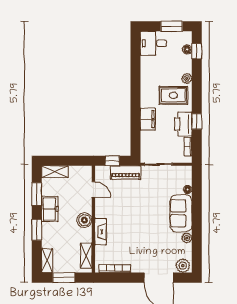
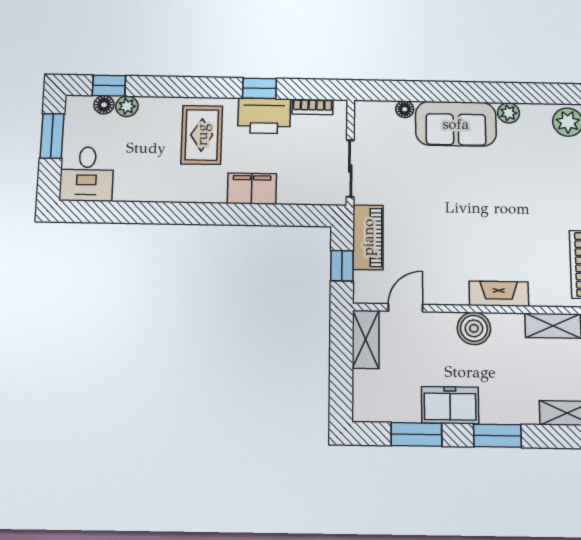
plant: (187, 78) -> (127, 106), moved
shelving: (55, 172) -> (366, 339), moved

